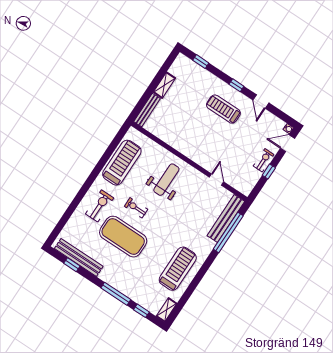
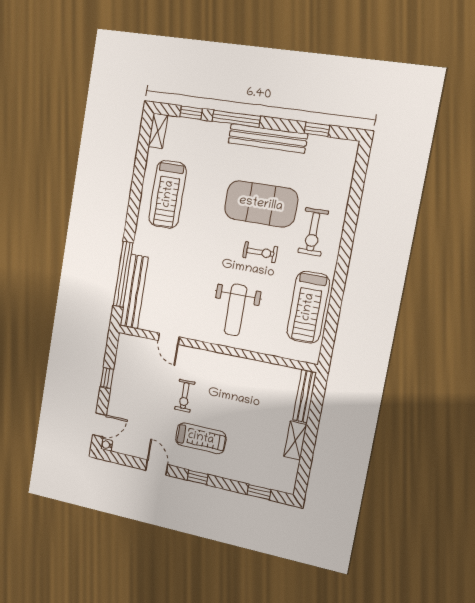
exercise bike: (264, 160) -> (185, 396), moved
bench: (79, 257) -> (268, 138), moved

